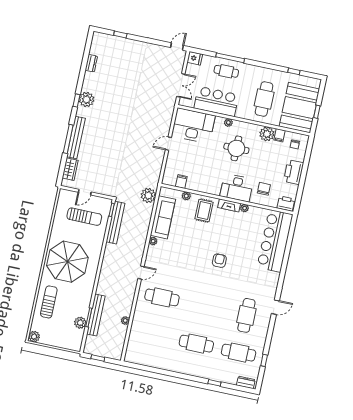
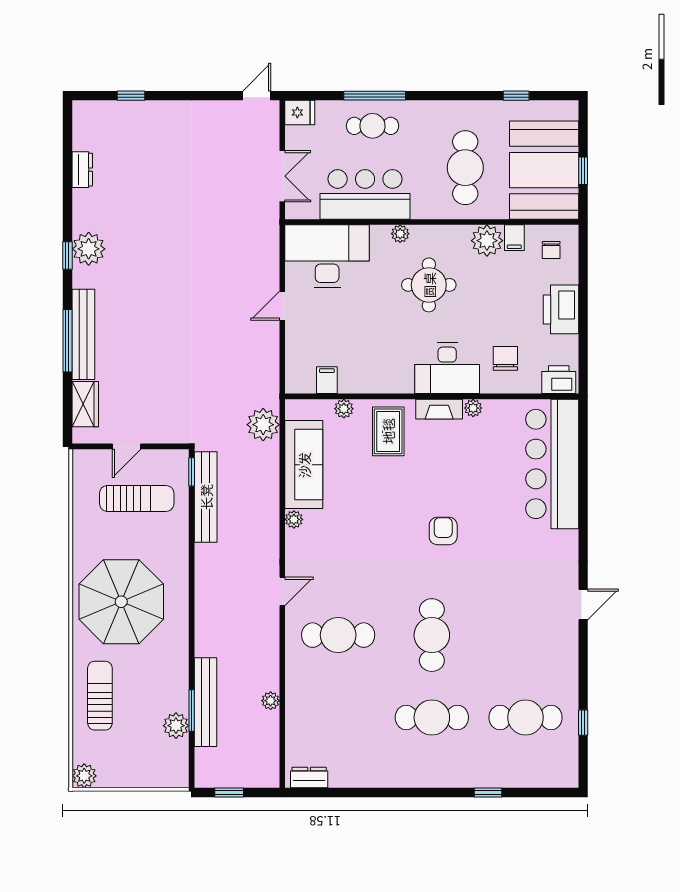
cafe table: (246, 315) -> (432, 635), moved
dresser: (246, 382) -> (309, 778), moved

